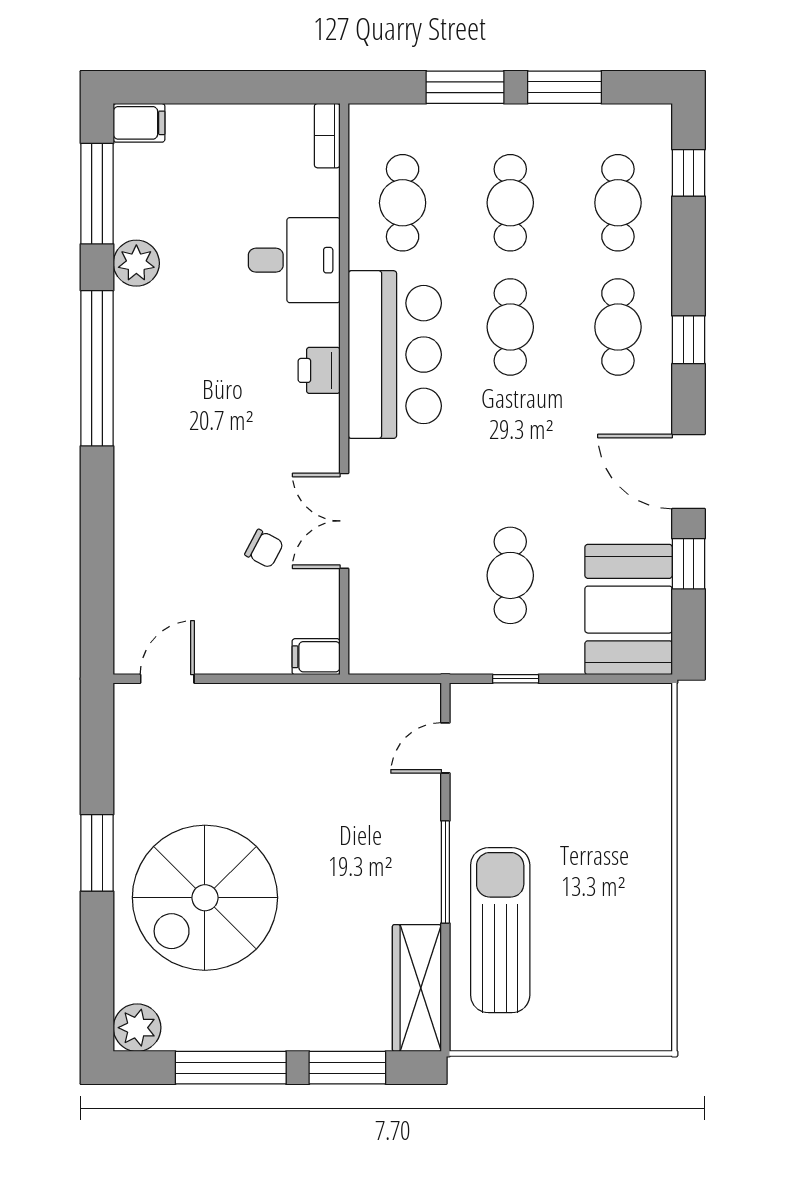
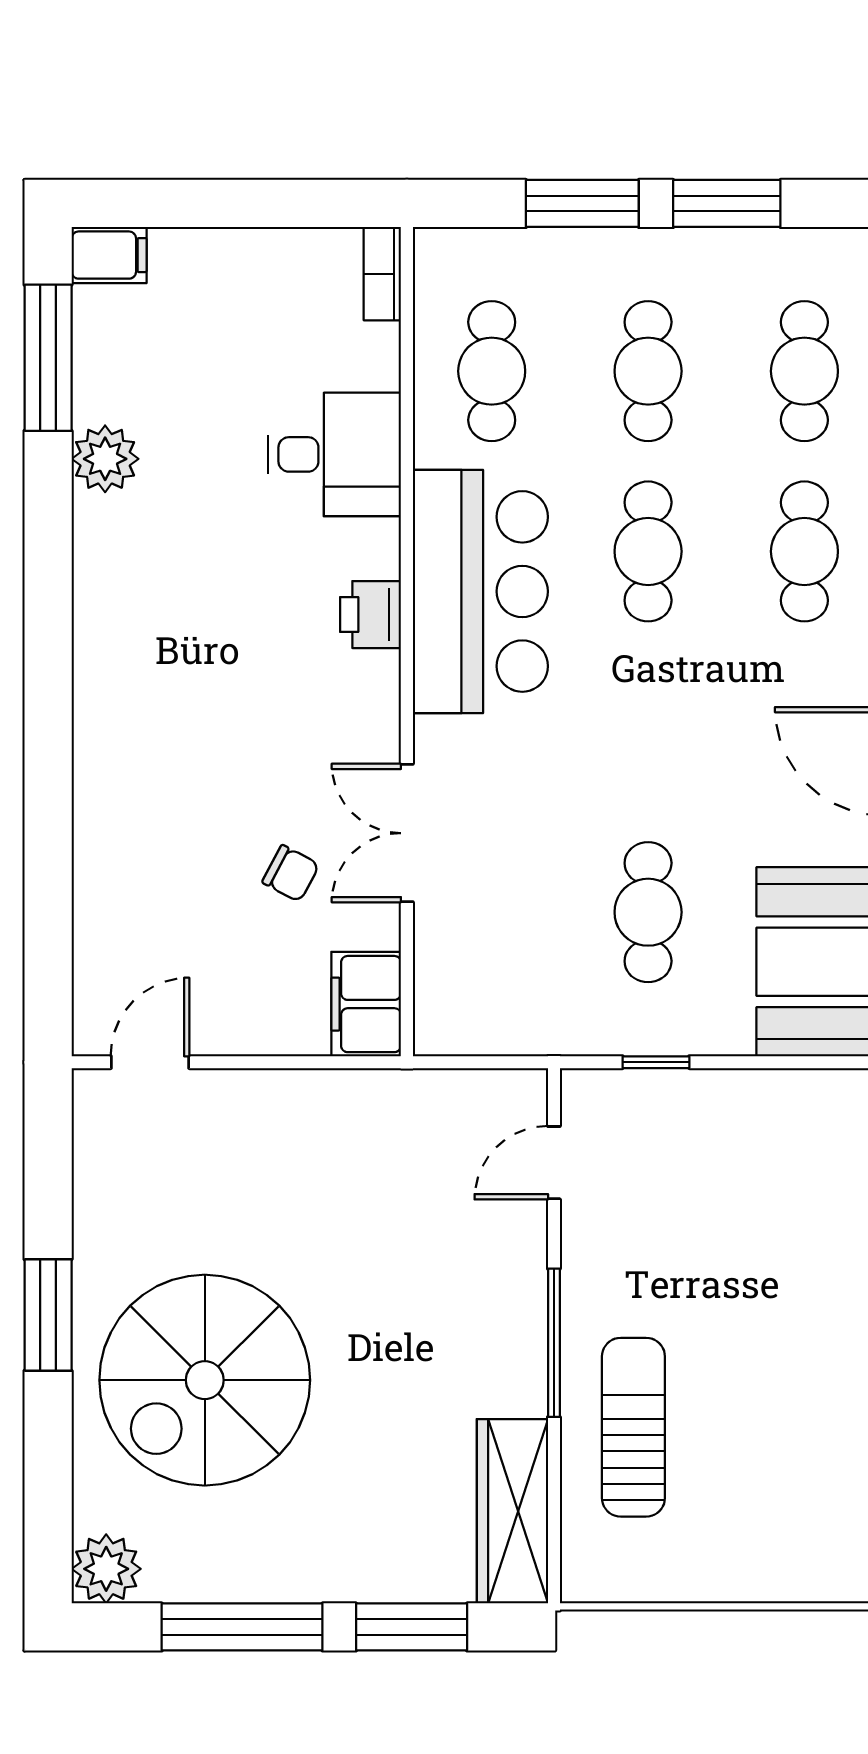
window: (97, 368) -> (48, 611), removed
filing cabinet: (316, 657) -> (366, 1004), width x2.00
sun lounger: (500, 930) -> (633, 1427), width x0.73, depth x0.75

